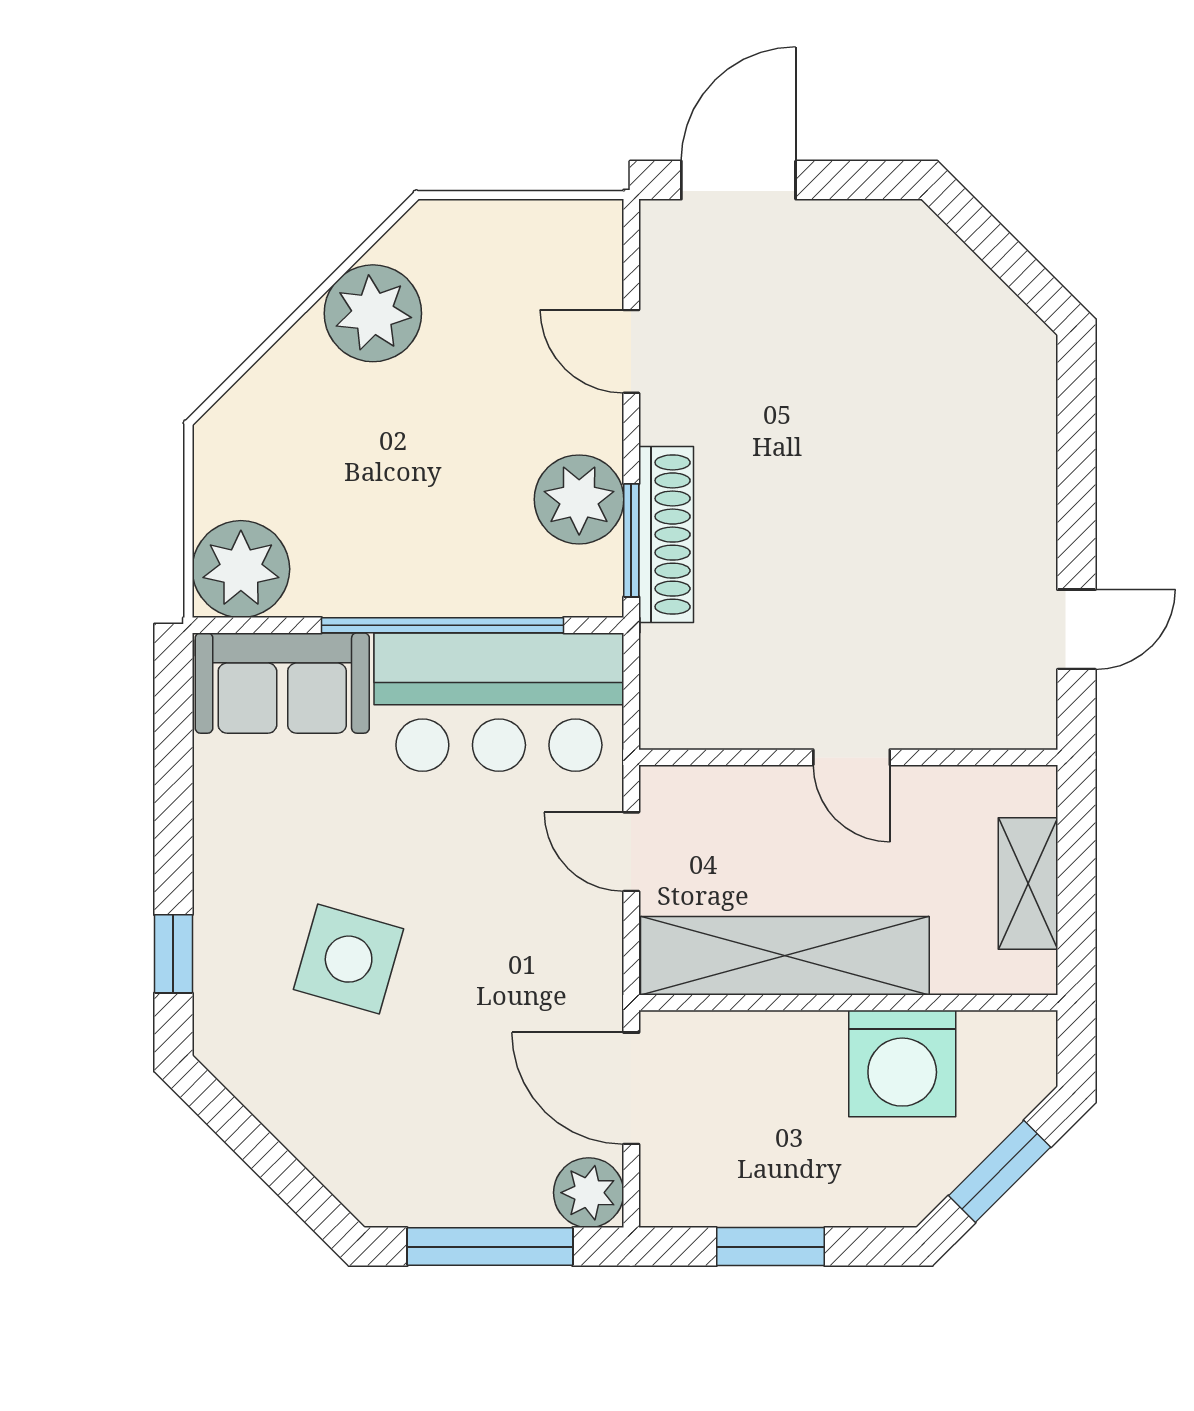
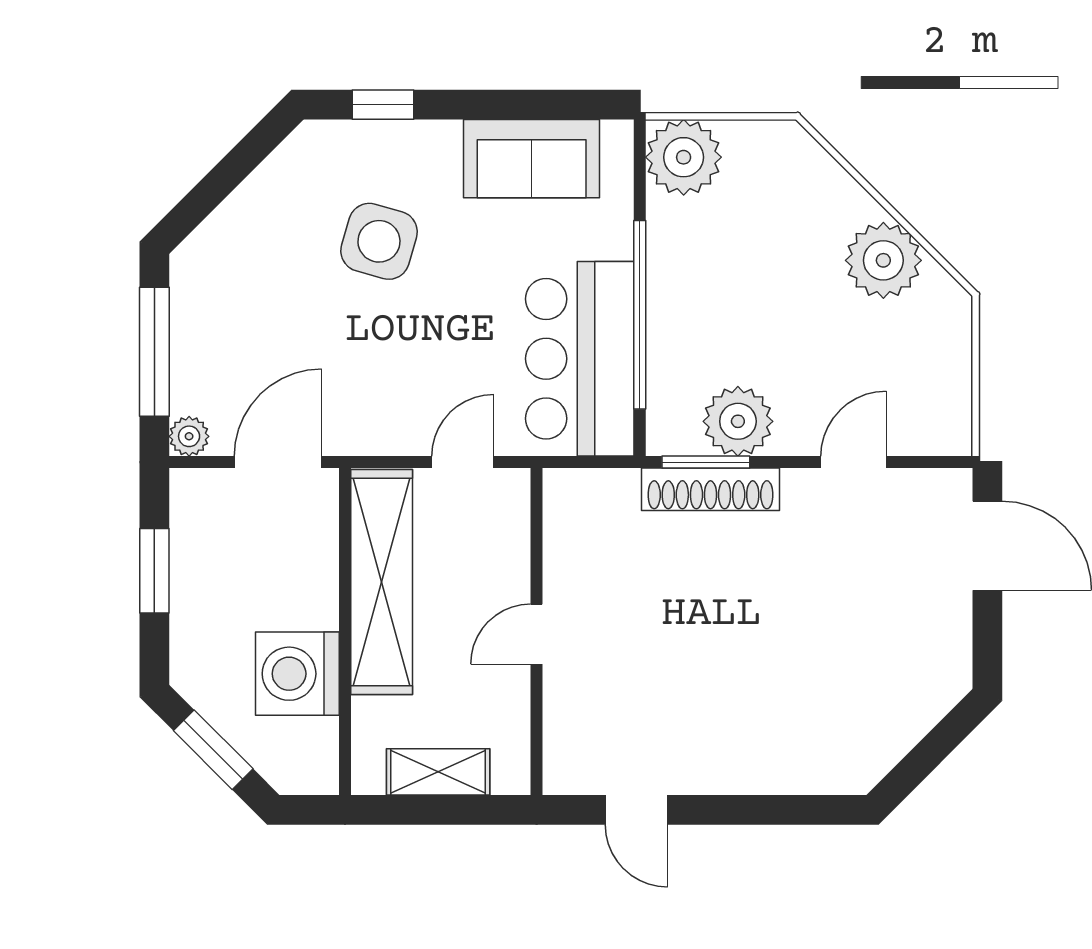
sofa: (282, 683) -> (532, 159), moved, turned -90
plant: (589, 1193) -> (189, 436), width x0.73, depth x0.73

